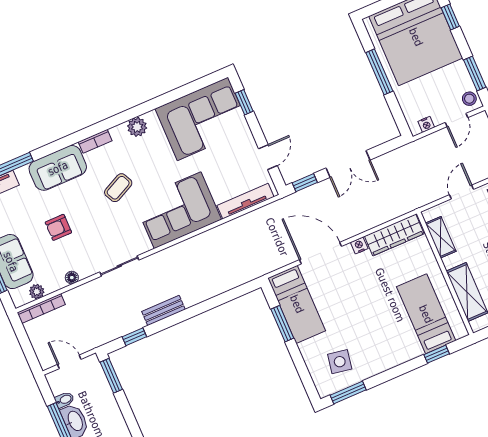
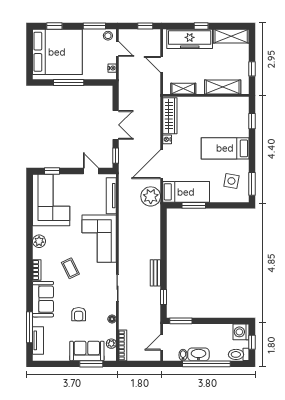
plant: (269, 257) -> (151, 196), added
bed: (426, 314) -> (225, 148), moved

